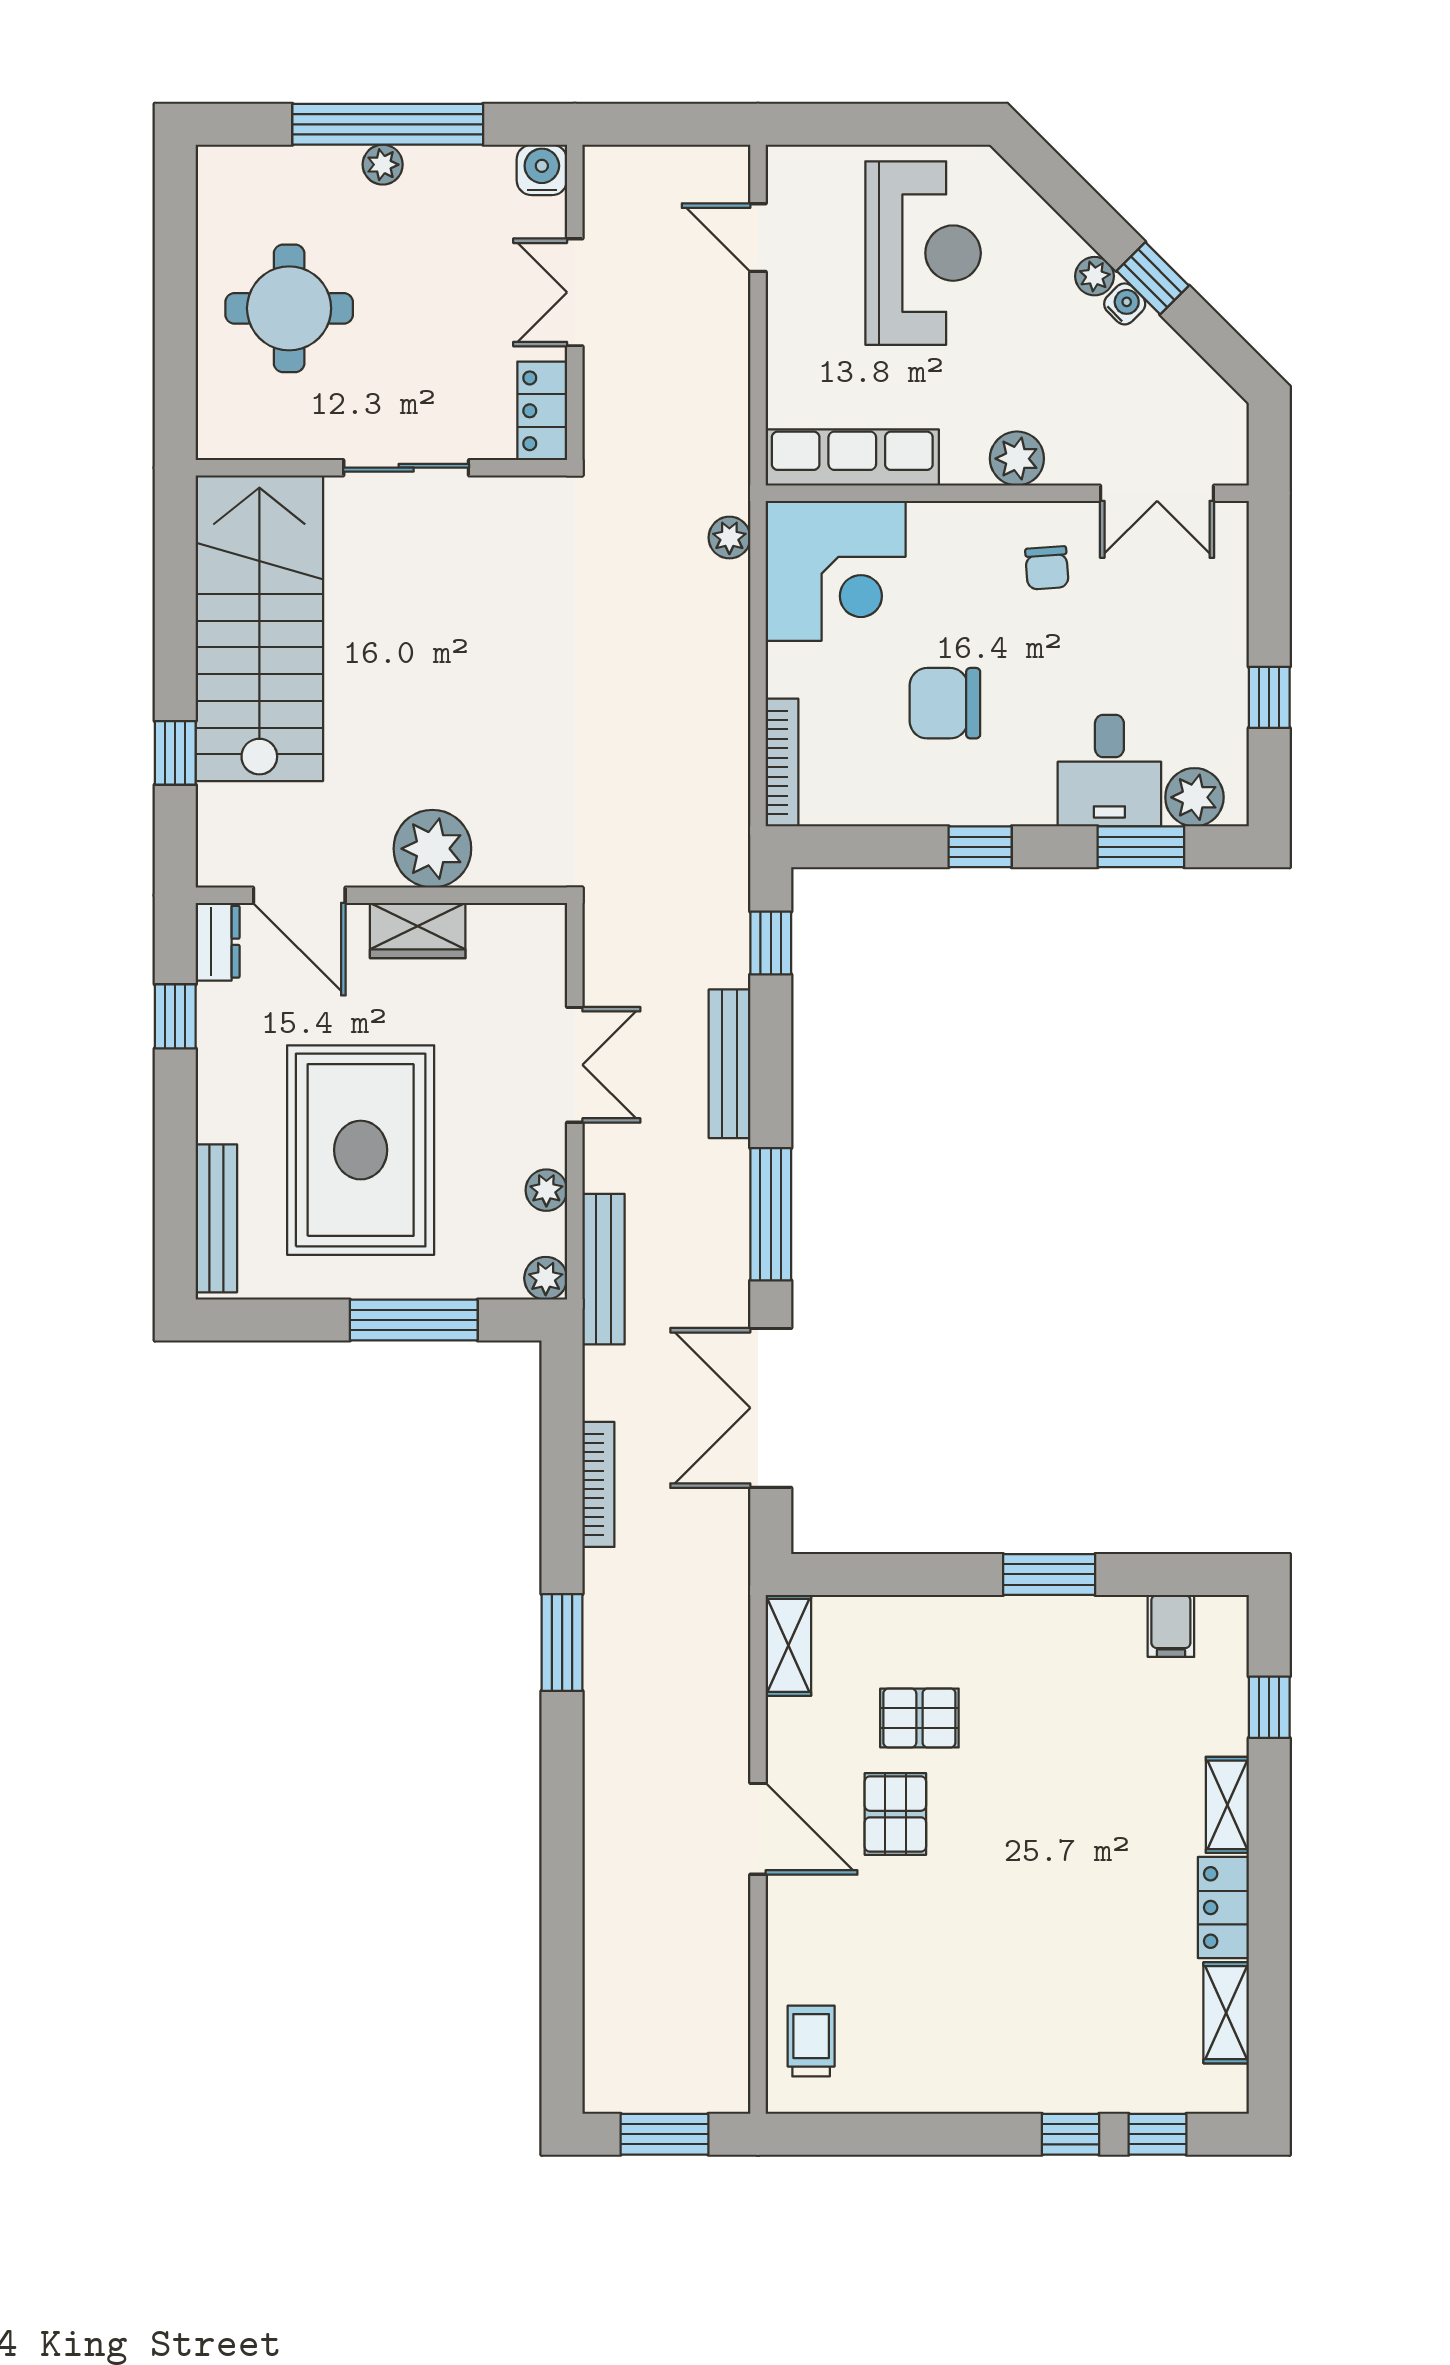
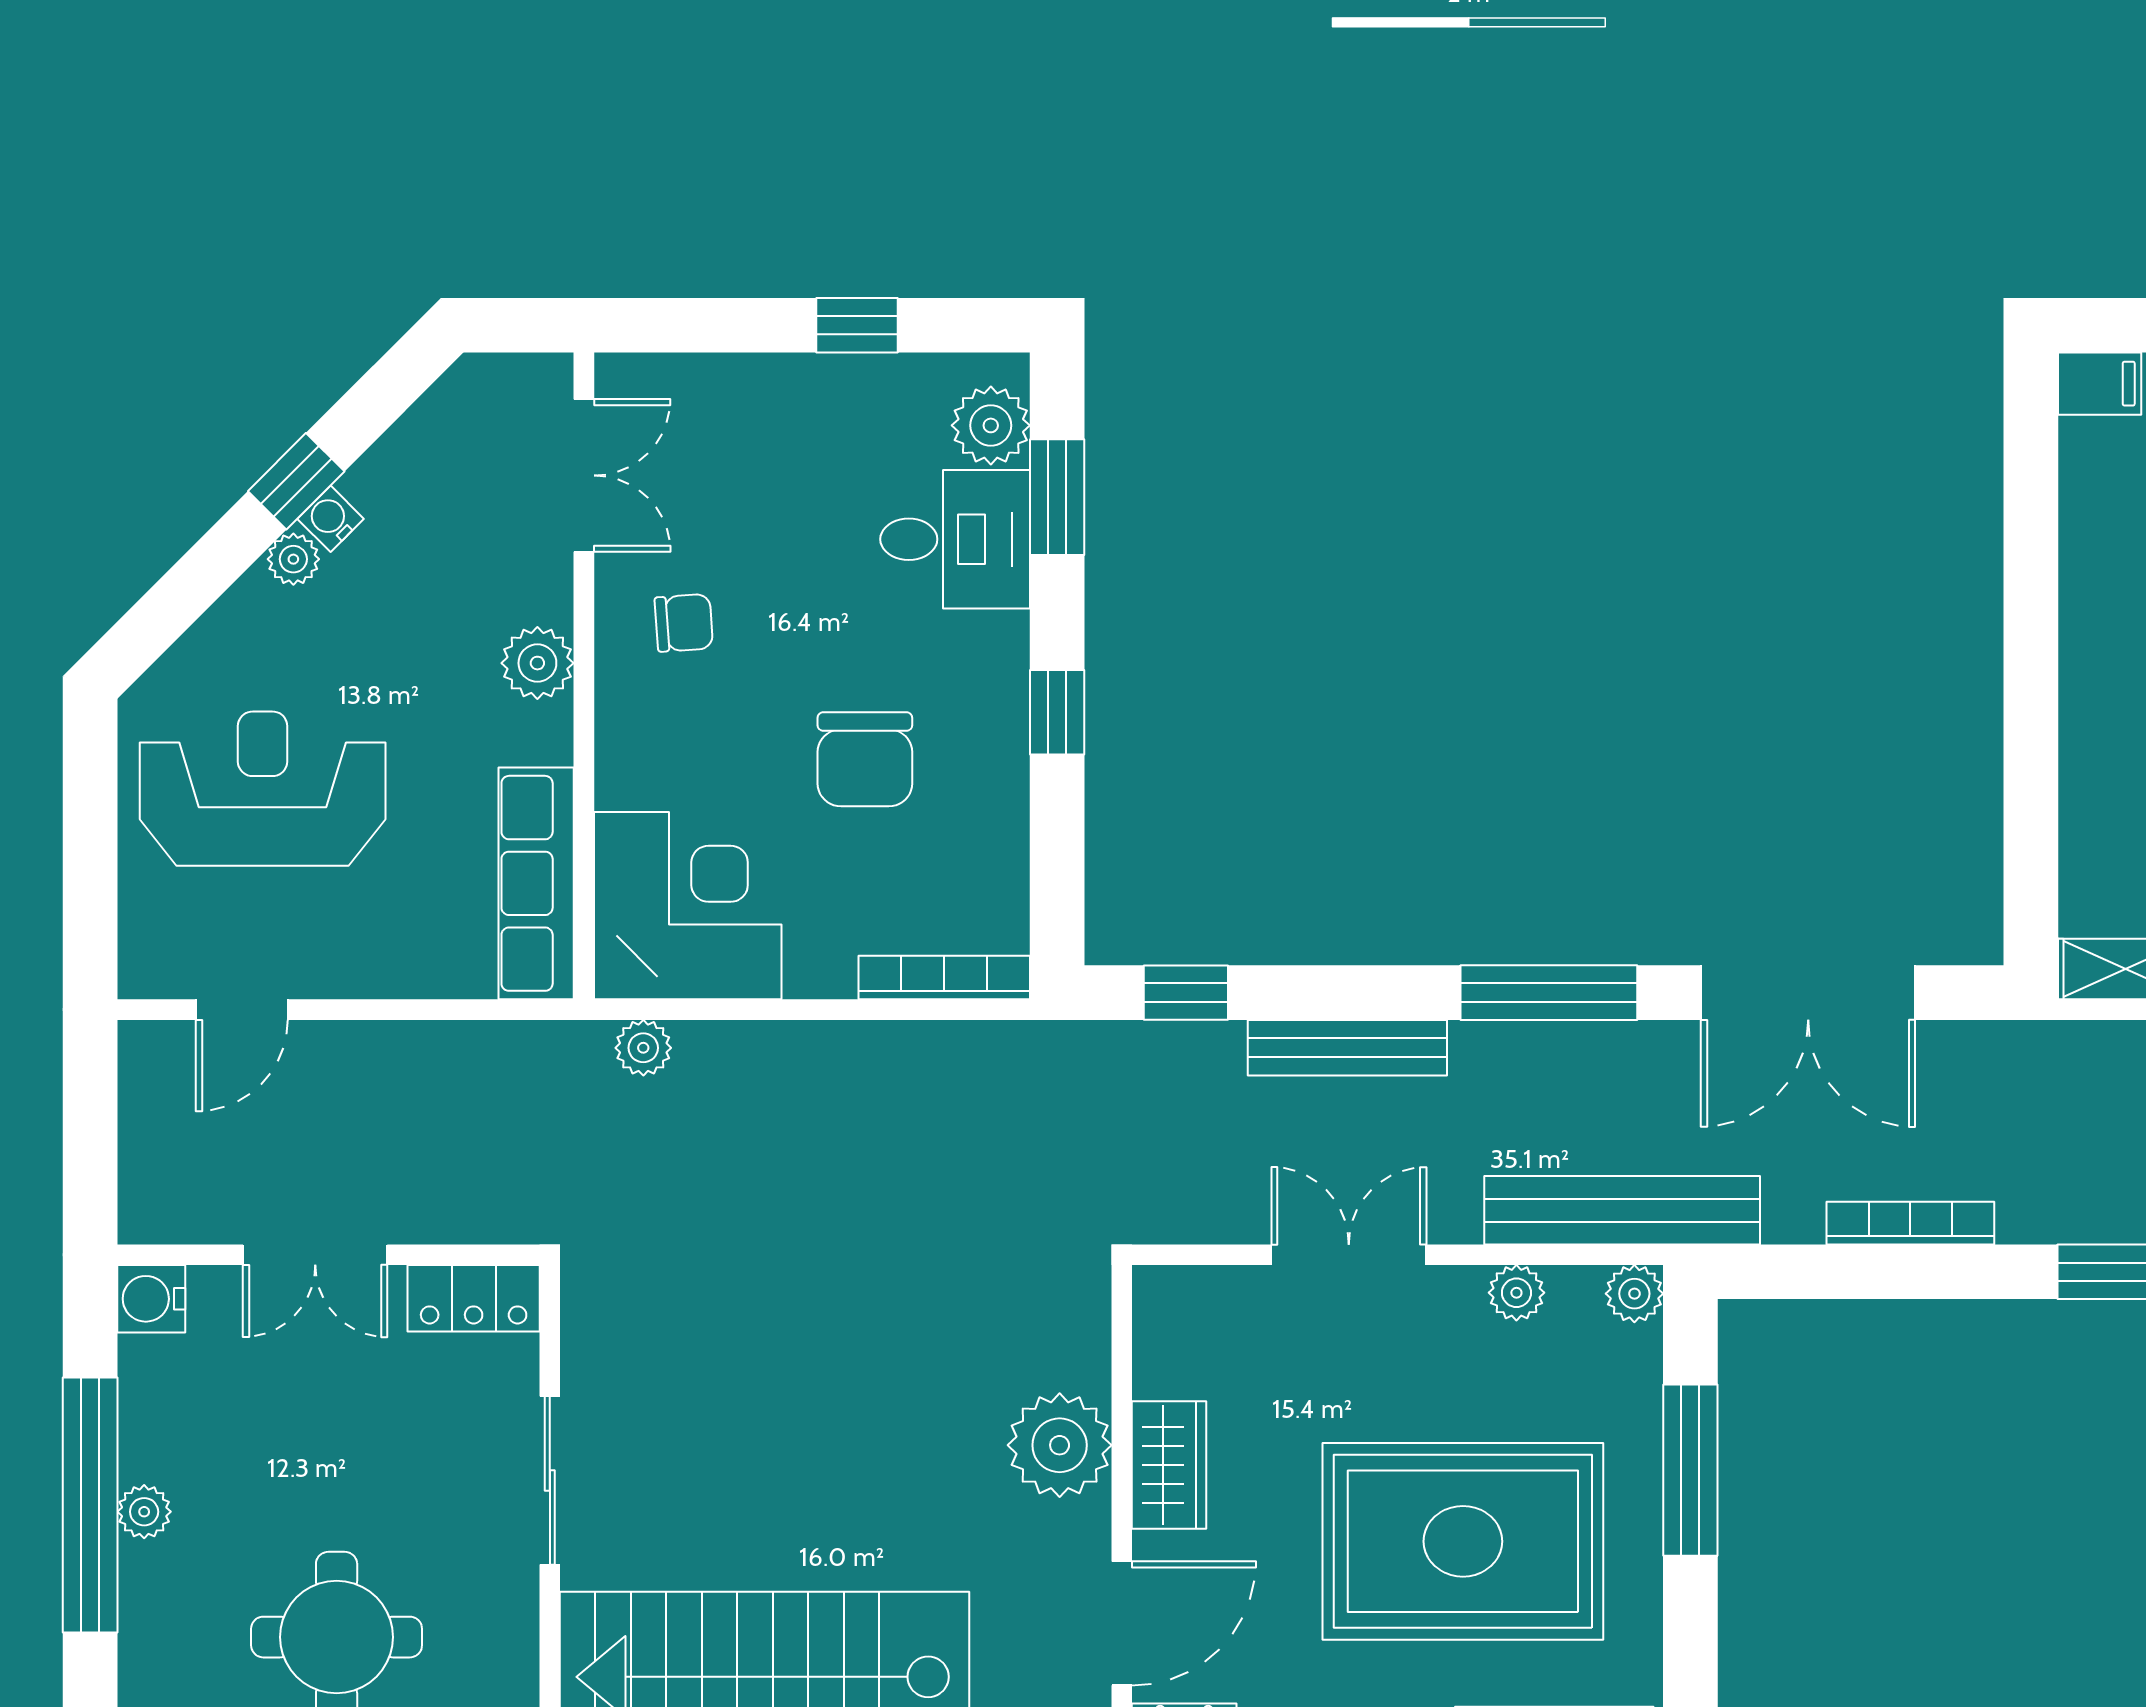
bench: (603, 1269) -> (1622, 1210), width x1.37, depth x1.21
window: (1049, 1574) -> (2031, 620), removed
filing cabinet: (1171, 1626) -> (2100, 384), moved

